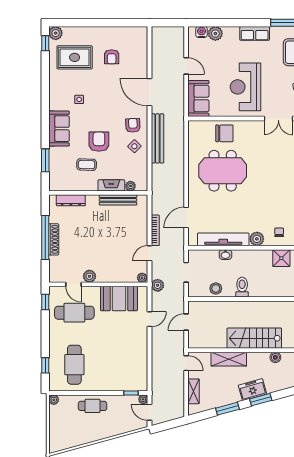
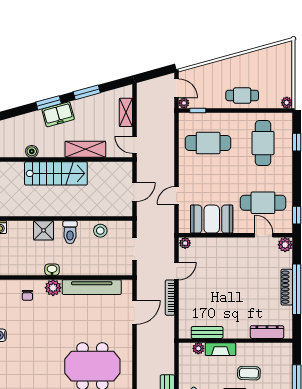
bench: (118, 200) -> (207, 332), width x0.73
washbasin: (225, 255) -> (52, 270), moved
shower: (281, 258) -> (44, 230), moved
plant: (89, 276) -> (285, 245), moved
plant: (158, 285) -> (167, 234), removed
cafe table: (122, 365) -> (208, 143), added

